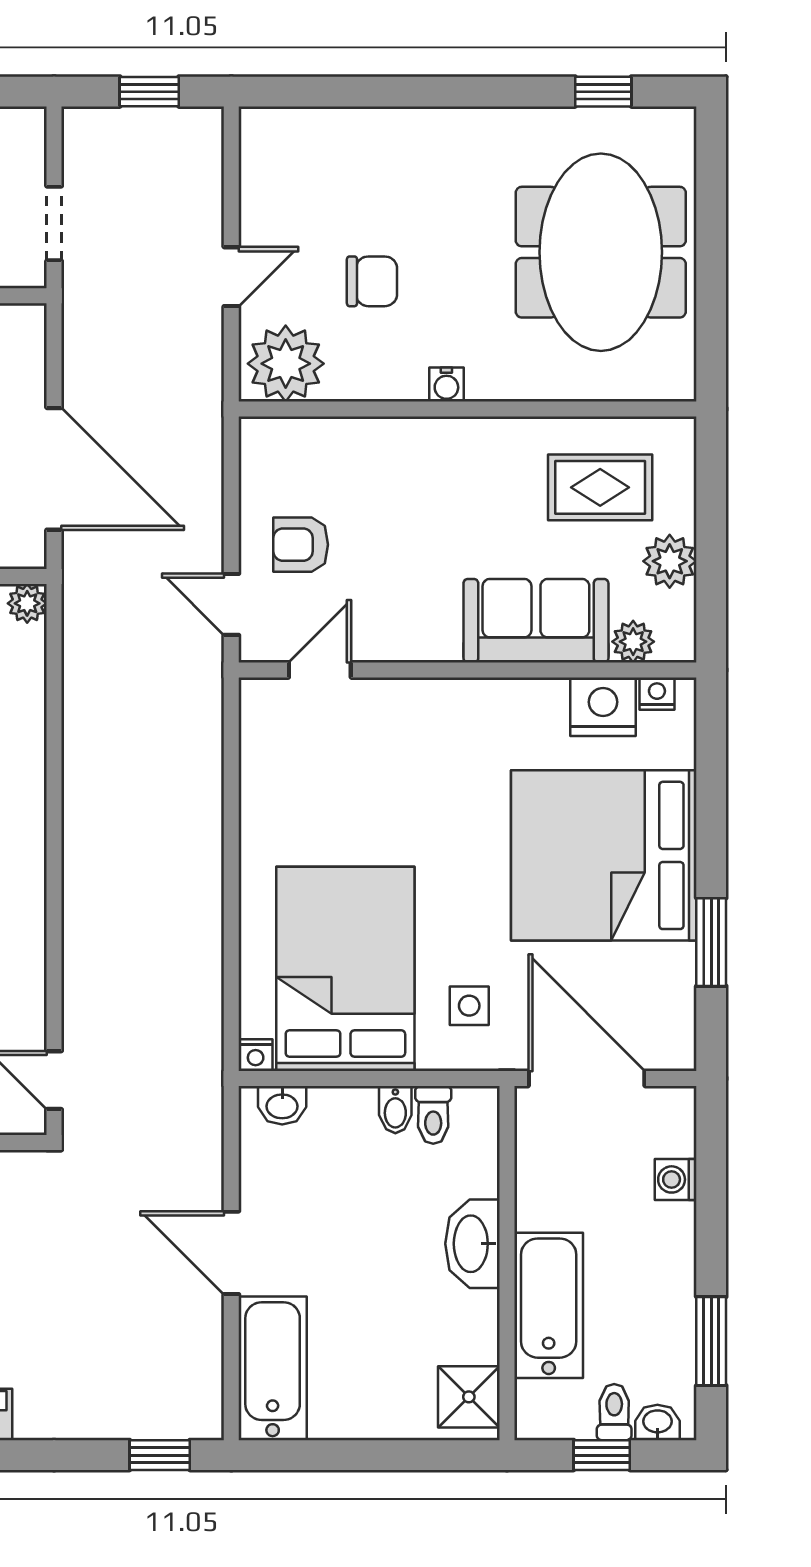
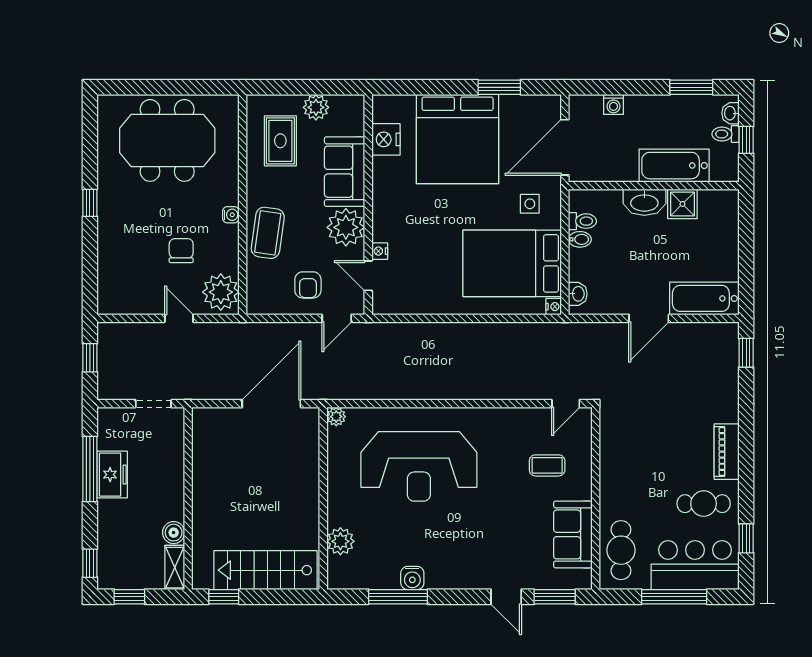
window: (603, 92) -> (90, 203), moved
coffee table: (409, 461) -> (268, 233), added
plant: (633, 642) -> (346, 227), moved, width x1.87, depth x1.87
nightstand: (657, 694) -> (380, 251), moved
shower: (469, 1397) -> (682, 204), moved

